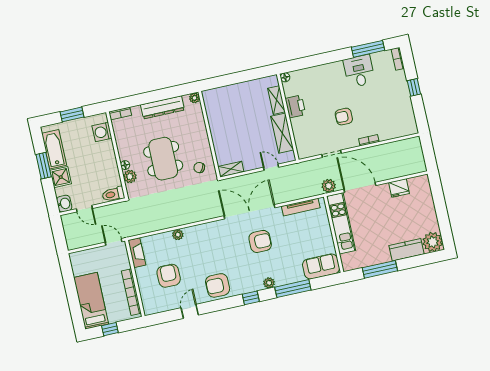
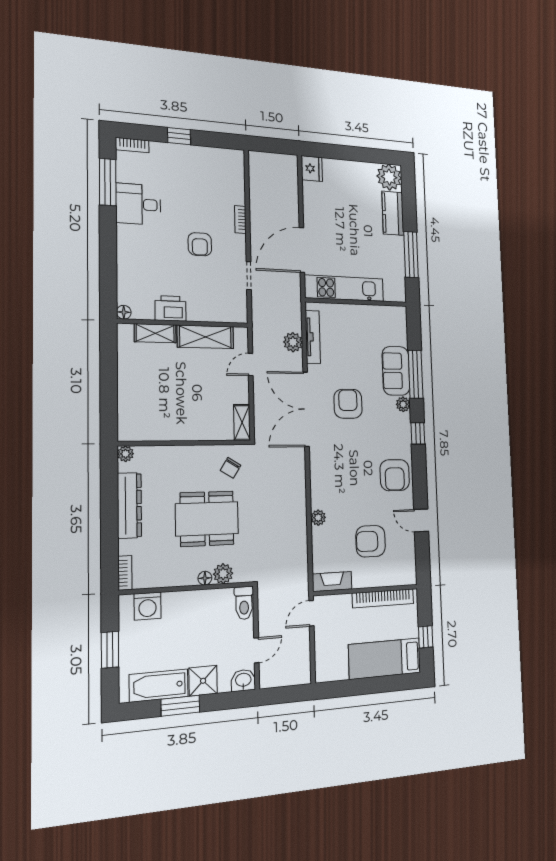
plant: (329, 186) -> (293, 342), moved
fridge: (399, 188) -> (312, 169), moved
sofa: (321, 266) -> (396, 371), moved

